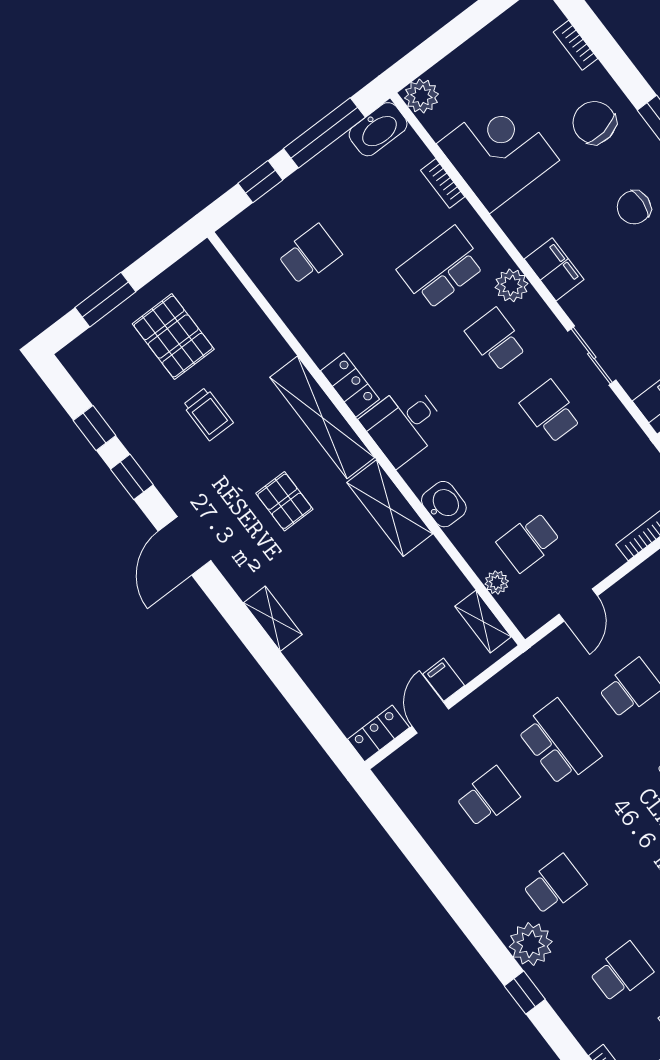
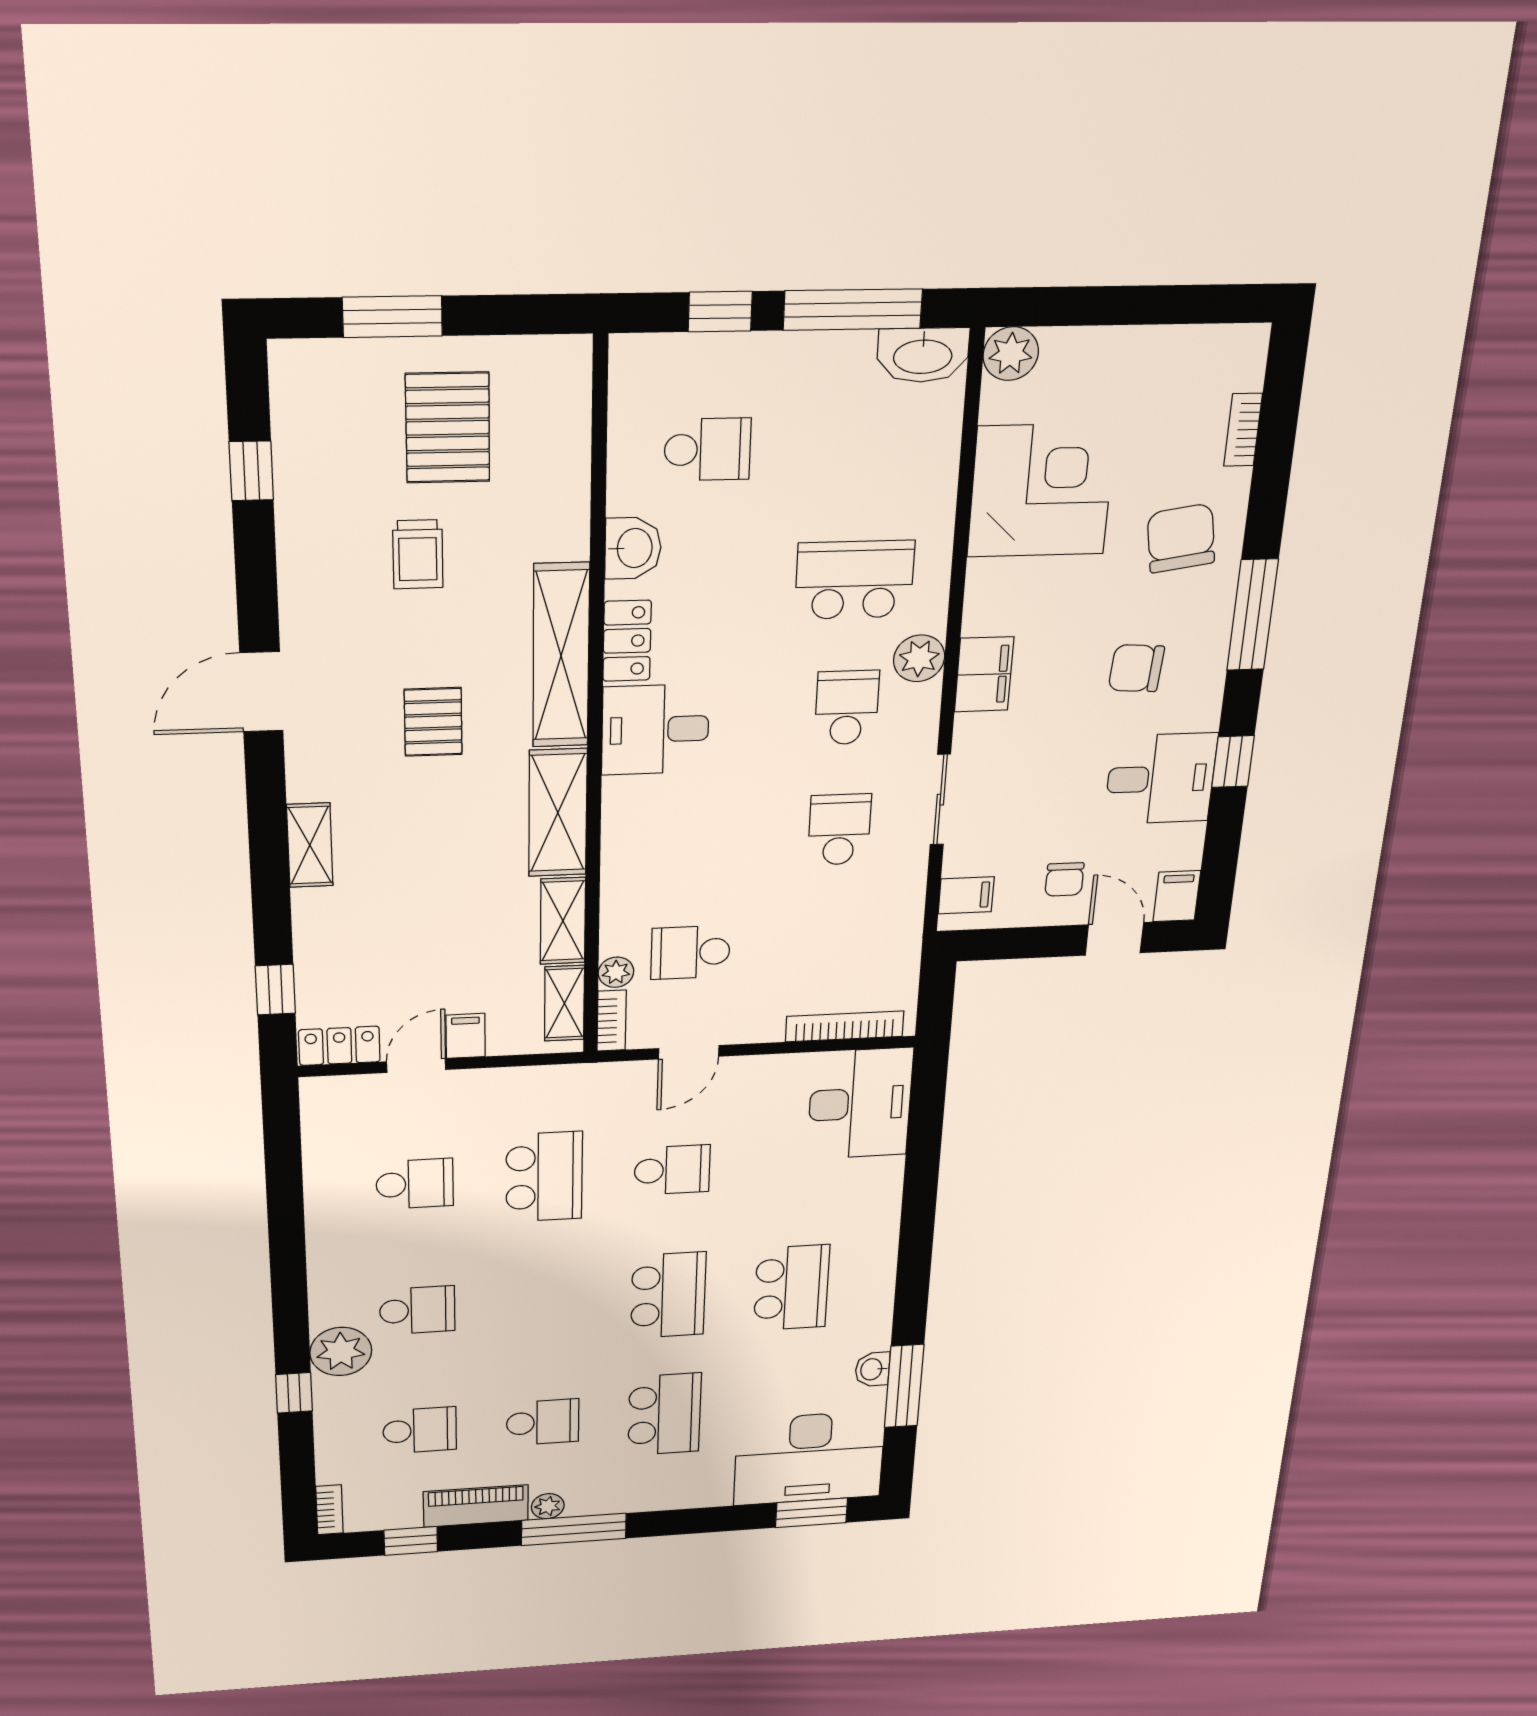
bookcase: (443, 183) -> (612, 1021), moved, turned 180
window: (132, 477) -> (275, 990), moved
washbasin: (444, 504) -> (633, 548), moved
shelving: (443, 571) -> (563, 921), added

